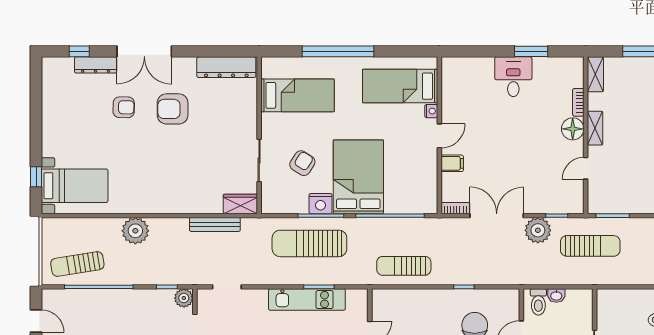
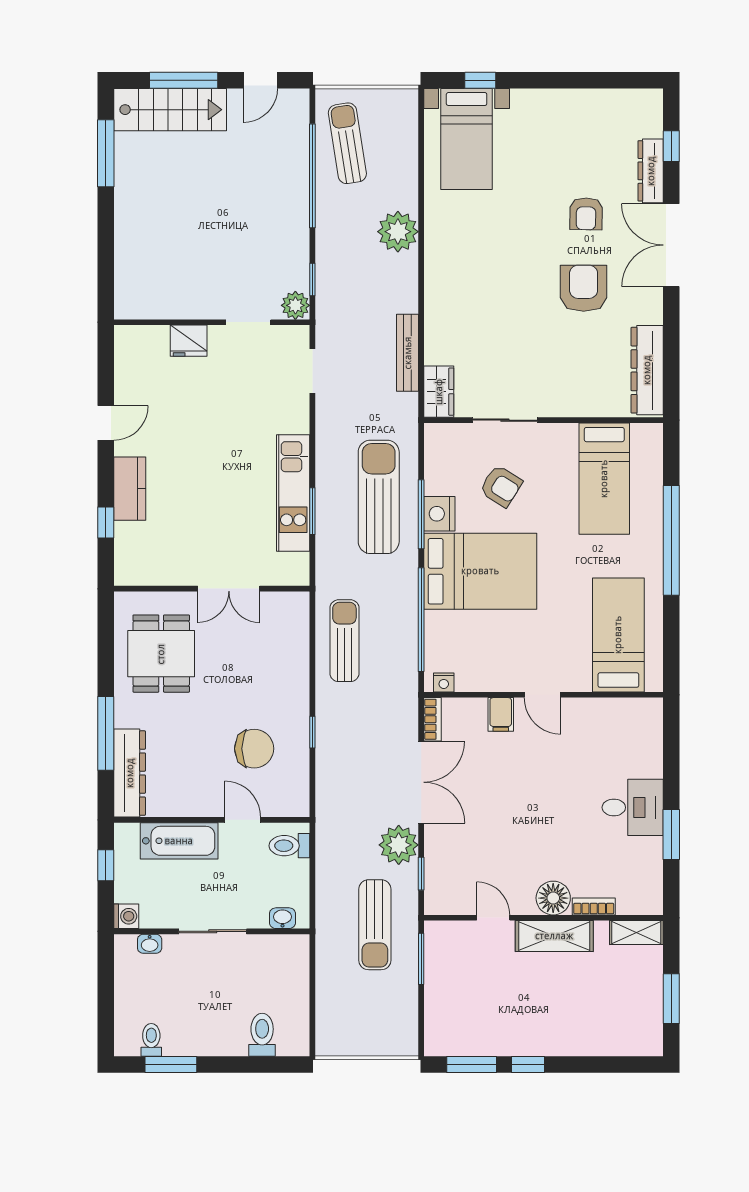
nightstand: (431, 111) -> (444, 682), moved
shelving: (595, 128) -> (554, 936), width x1.50, depth x1.33
washbasin: (556, 296) -> (282, 918), moved, turned 90

